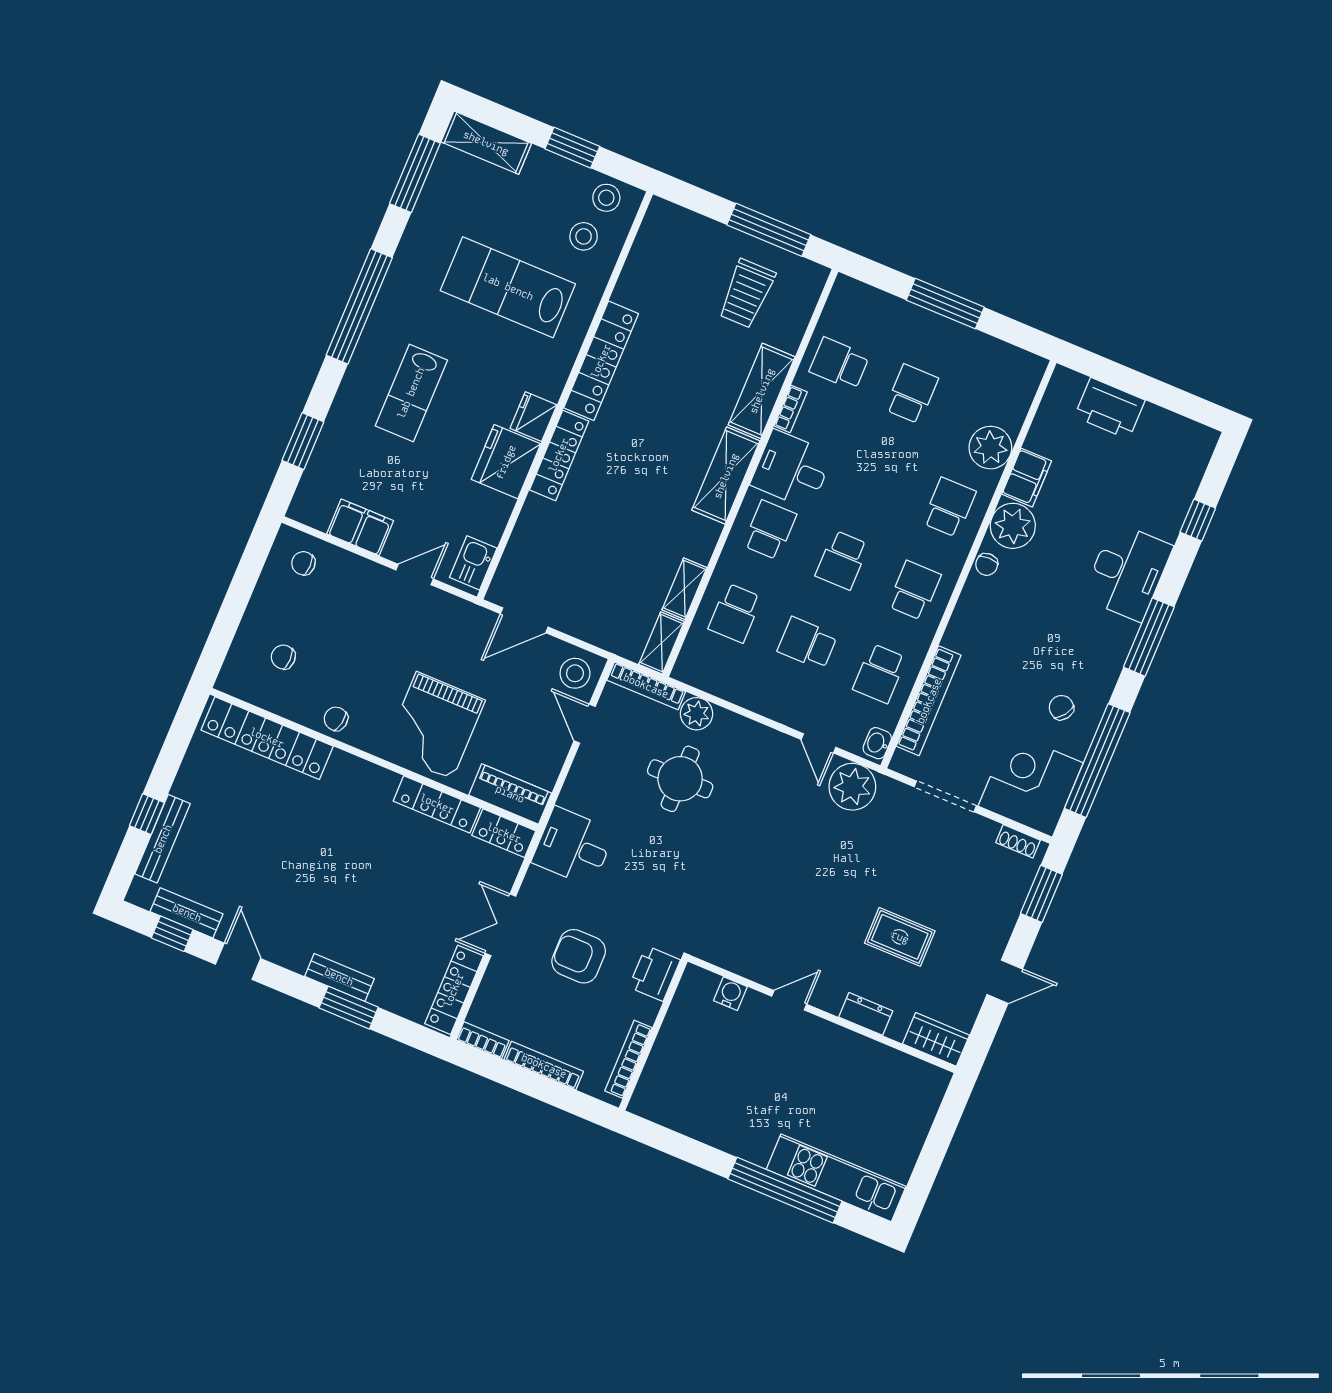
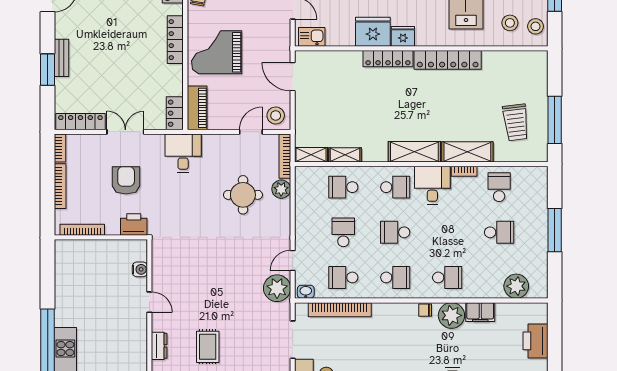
trolley: (747, 293) -> (516, 122), turned -97
plant: (990, 448) -> (516, 286), moved
locker: (437, 804) -> (175, 40), moved

